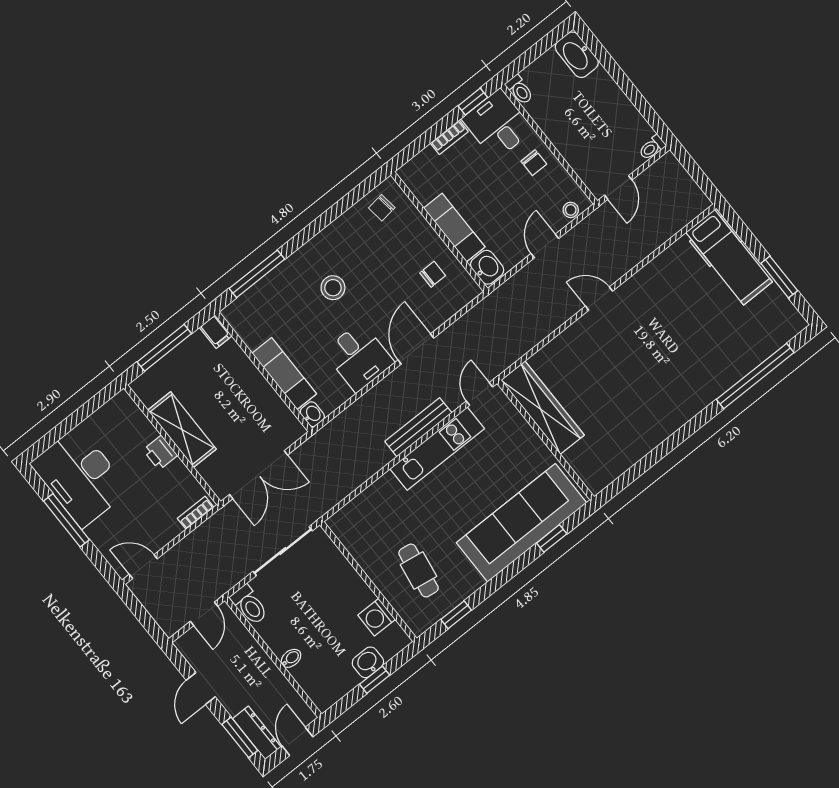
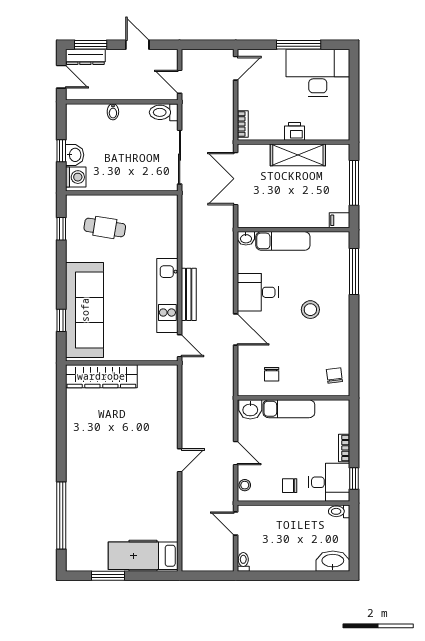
wardrobe: (543, 408) -> (101, 376), moved
washing machine: (377, 617) -> (76, 177), moved, turned 90

